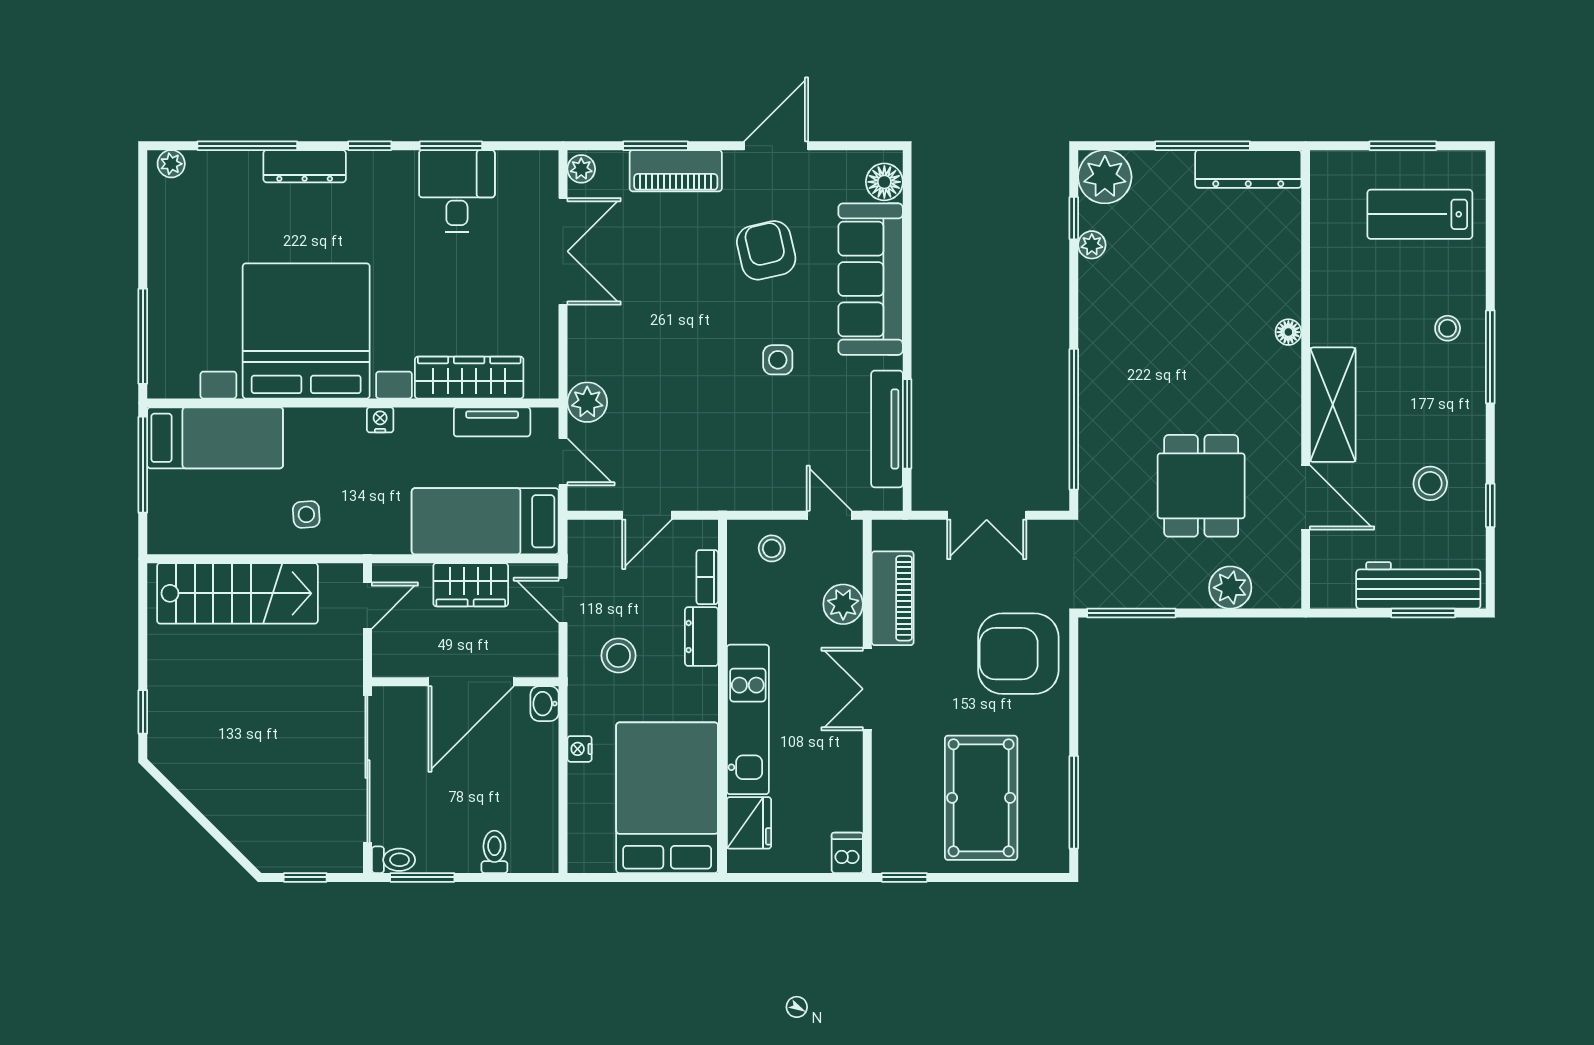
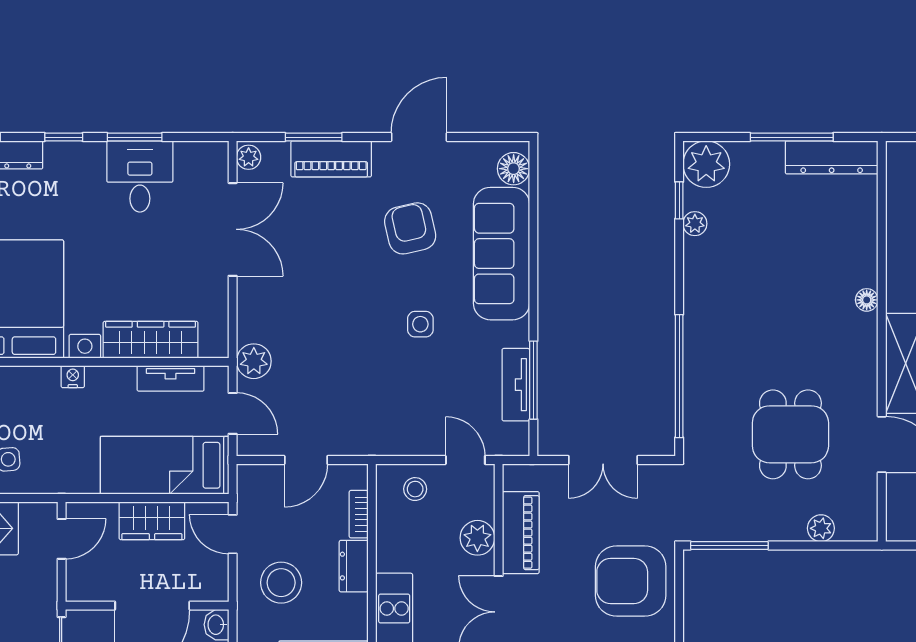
tv unit: (887, 429) -> (516, 385), width x0.71
plant: (1230, 588) -> (821, 528), width x0.73, depth x0.73
stool: (619, 655) -> (281, 583), width x1.38, depth x1.38

